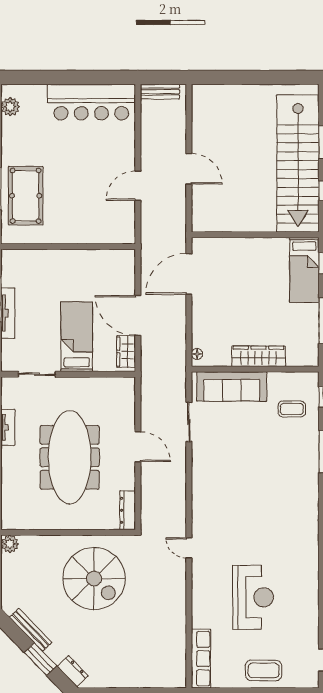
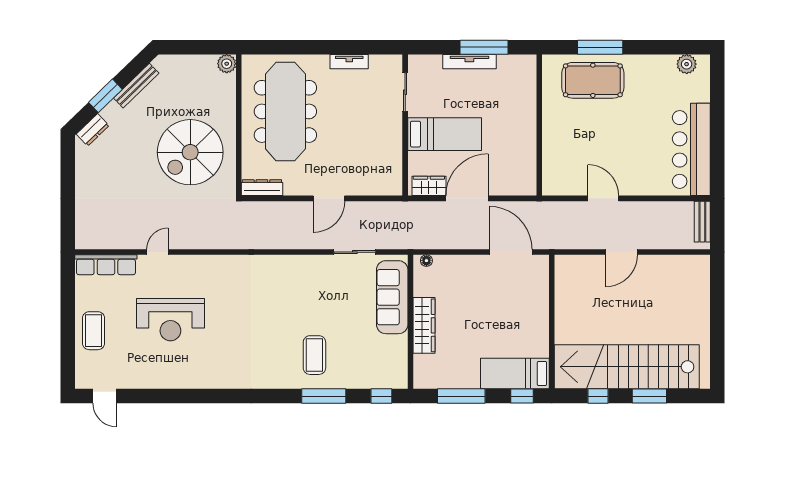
coffee table: (292, 409) -> (314, 355), moved, width x1.36, depth x1.30
meeting table: (70, 457) -> (285, 111), moved, turned 90
door: (189, 548) -> (157, 252), moved

